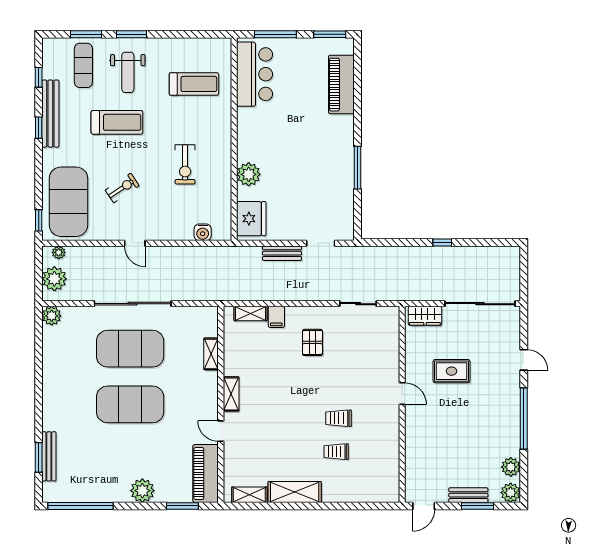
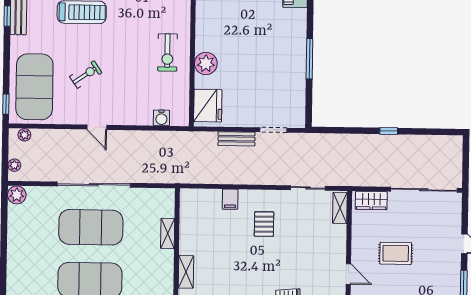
exercise bike: (185, 164) -> (167, 52), moved
plant: (54, 279) -> (14, 165), width x0.53, depth x0.53
shelving: (251, 314) -> (340, 208), moved, turned 90

